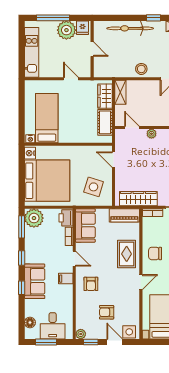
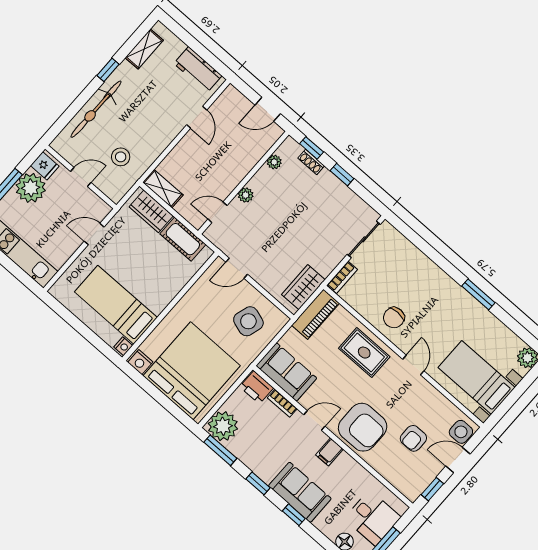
stool: (141, 69) -> (121, 157), moved
wardrobe: (138, 199) -> (303, 287), width x0.67
armchair: (91, 284) -> (363, 427), width x1.88, depth x1.88
plant: (81, 334) -> (412, 493), removed

